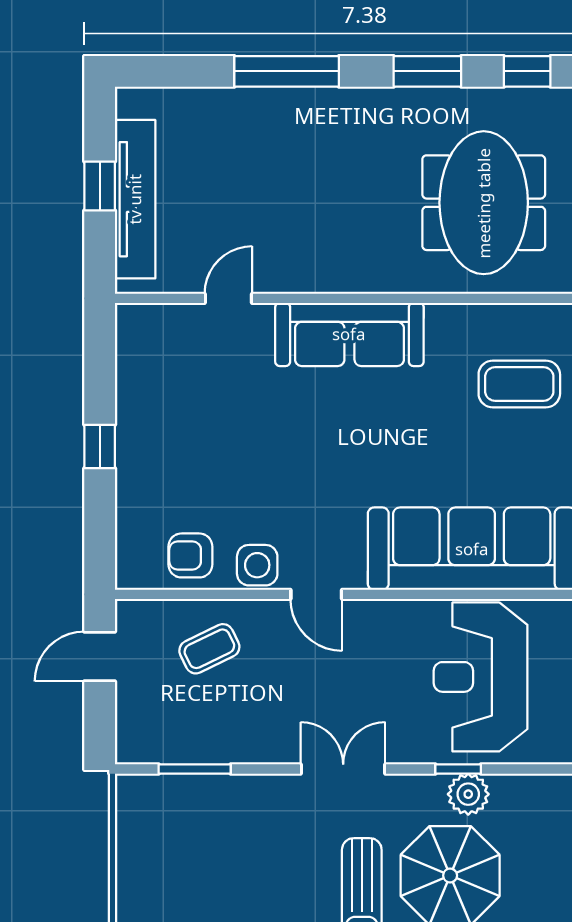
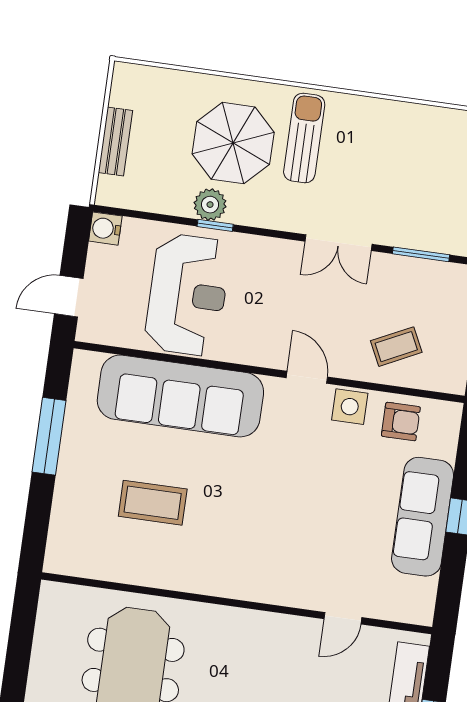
sofa: (349, 334) -> (423, 517), moved, turned -90
coffee table: (519, 384) -> (153, 503), moved
double door: (343, 769) -> (338, 243), moved

